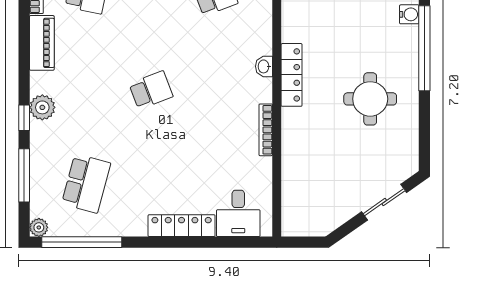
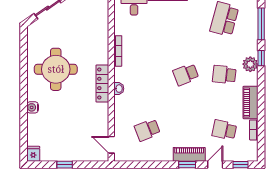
water cooler: (409, 14) -> (33, 107), moved
window: (424, 48) -> (24, 99), removed
school desk: (86, 90) -> (224, 74), added
round table: (370, 99) -> (56, 69), width x1.36, depth x1.36

